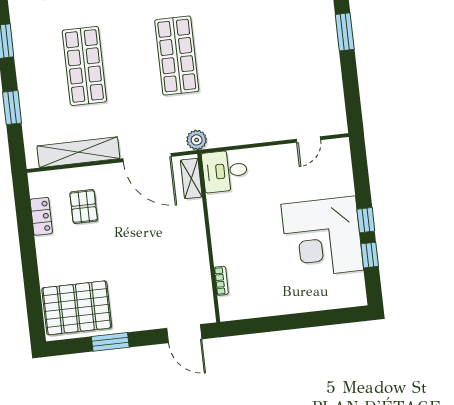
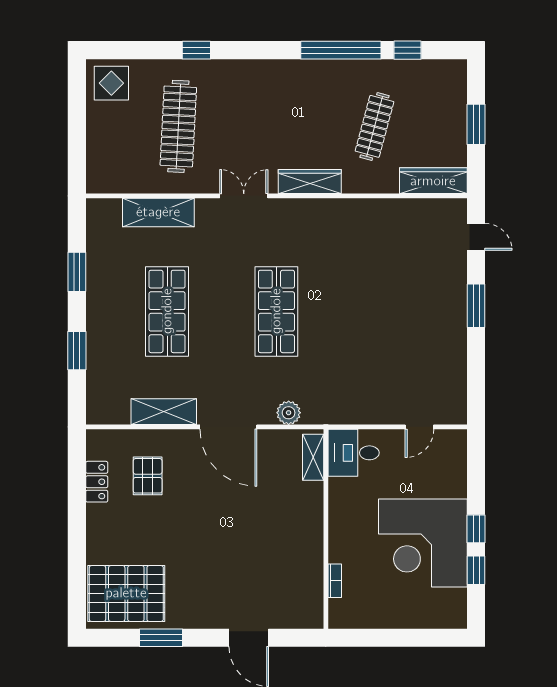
shelving: (78, 152) -> (164, 412), width x0.68
desk: (225, 171) -> (354, 453), moved
shelving: (191, 179) -> (313, 457), moved
wall: (209, 238) -> (326, 529), moved
bookcase: (221, 281) -> (335, 581), moved

